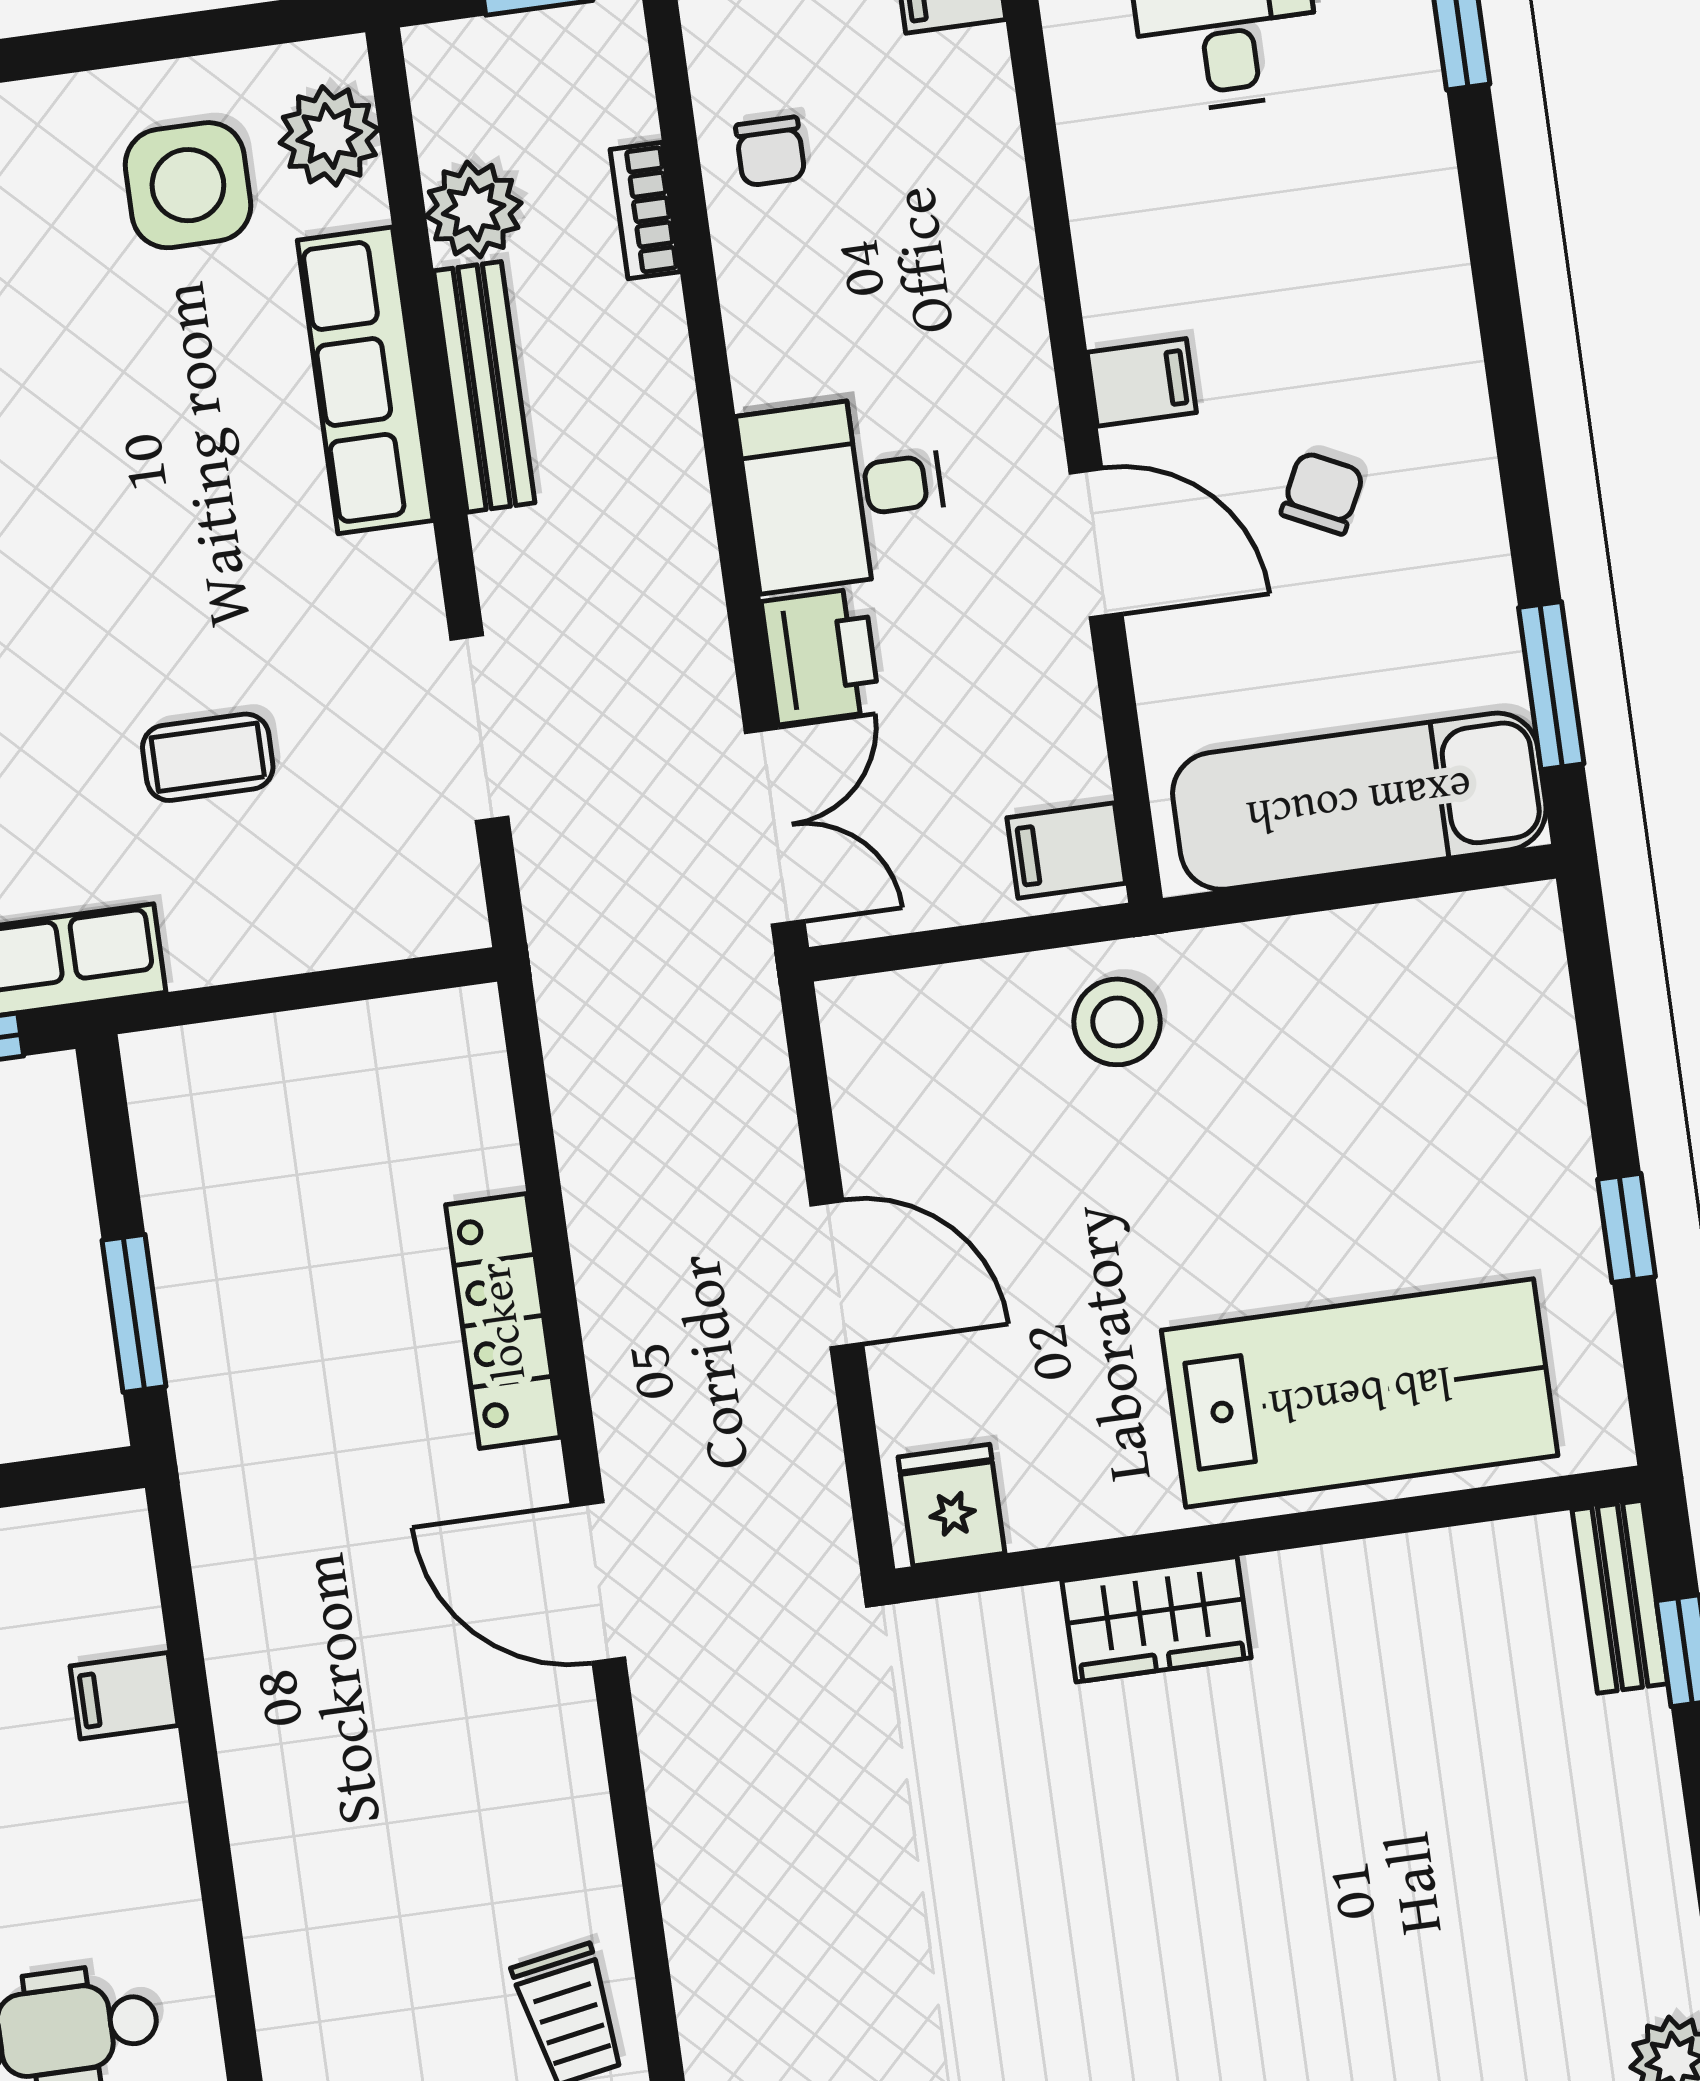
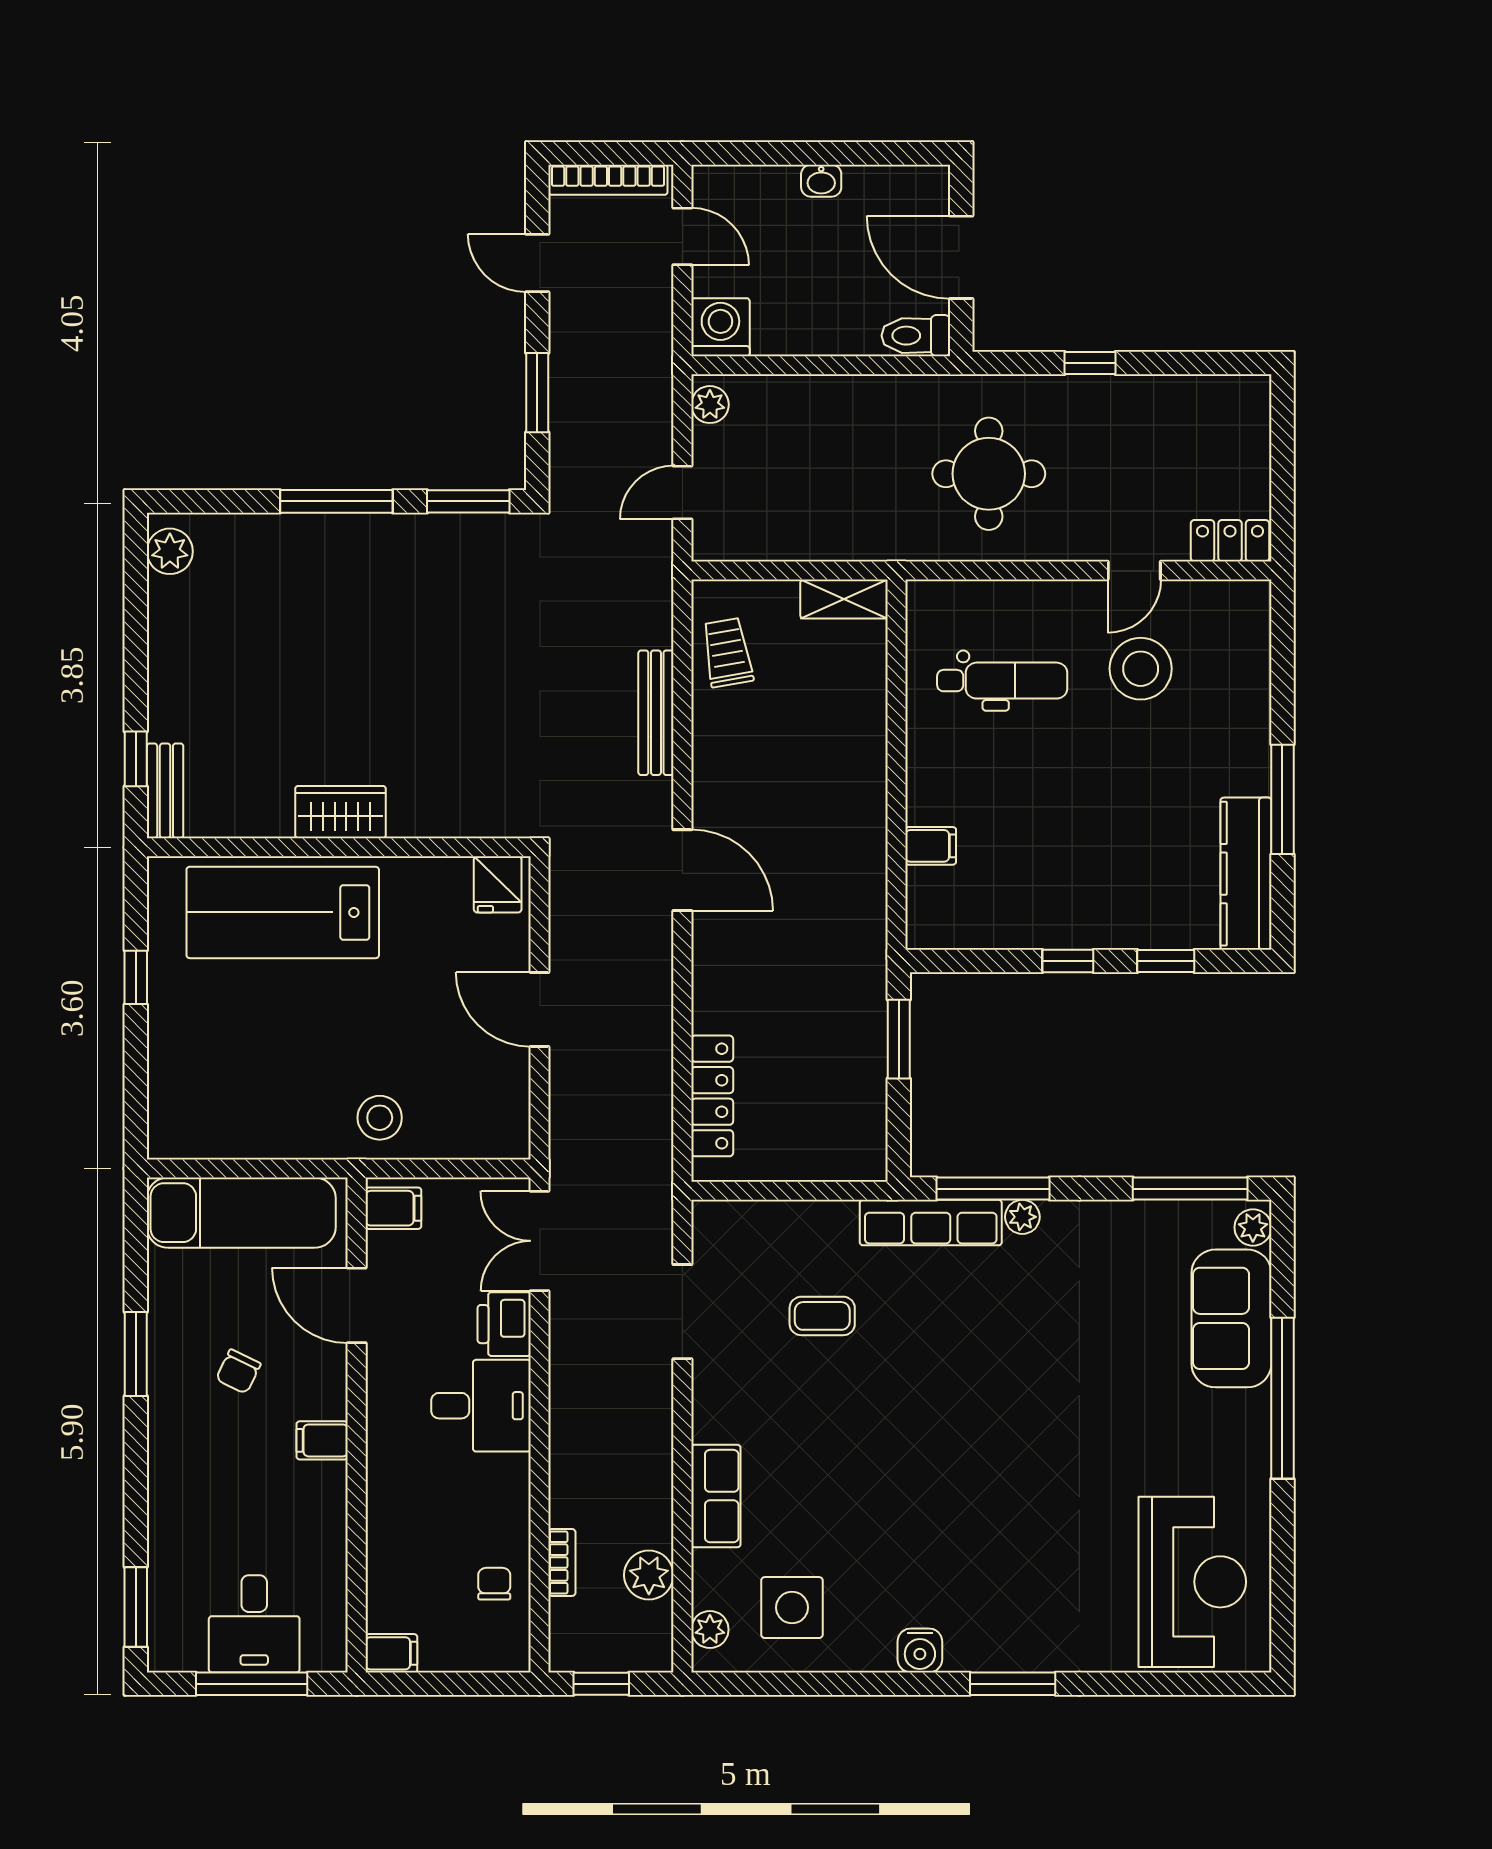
plant: (329, 136) -> (710, 1630), width x0.73, depth x0.73
row of seats: (365, 380) -> (716, 1496), width x0.68
bench: (484, 387) -> (656, 713), moved
door: (1096, 543) -> (357, 1305), moved
window: (1551, 686) -> (136, 1354), moved
locker: (503, 1321) -> (712, 1096), moved
wardrobe: (1157, 1619) -> (341, 812), moved

